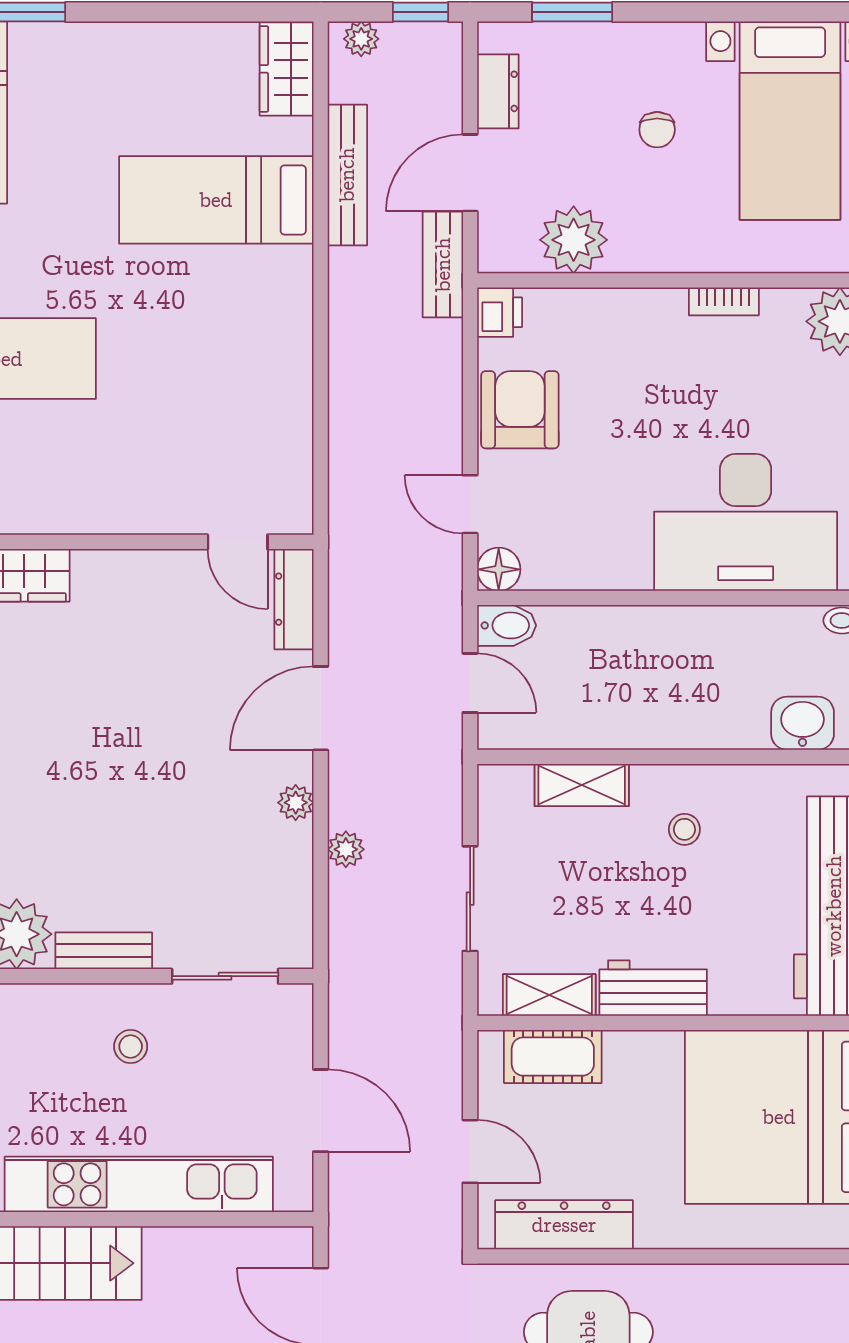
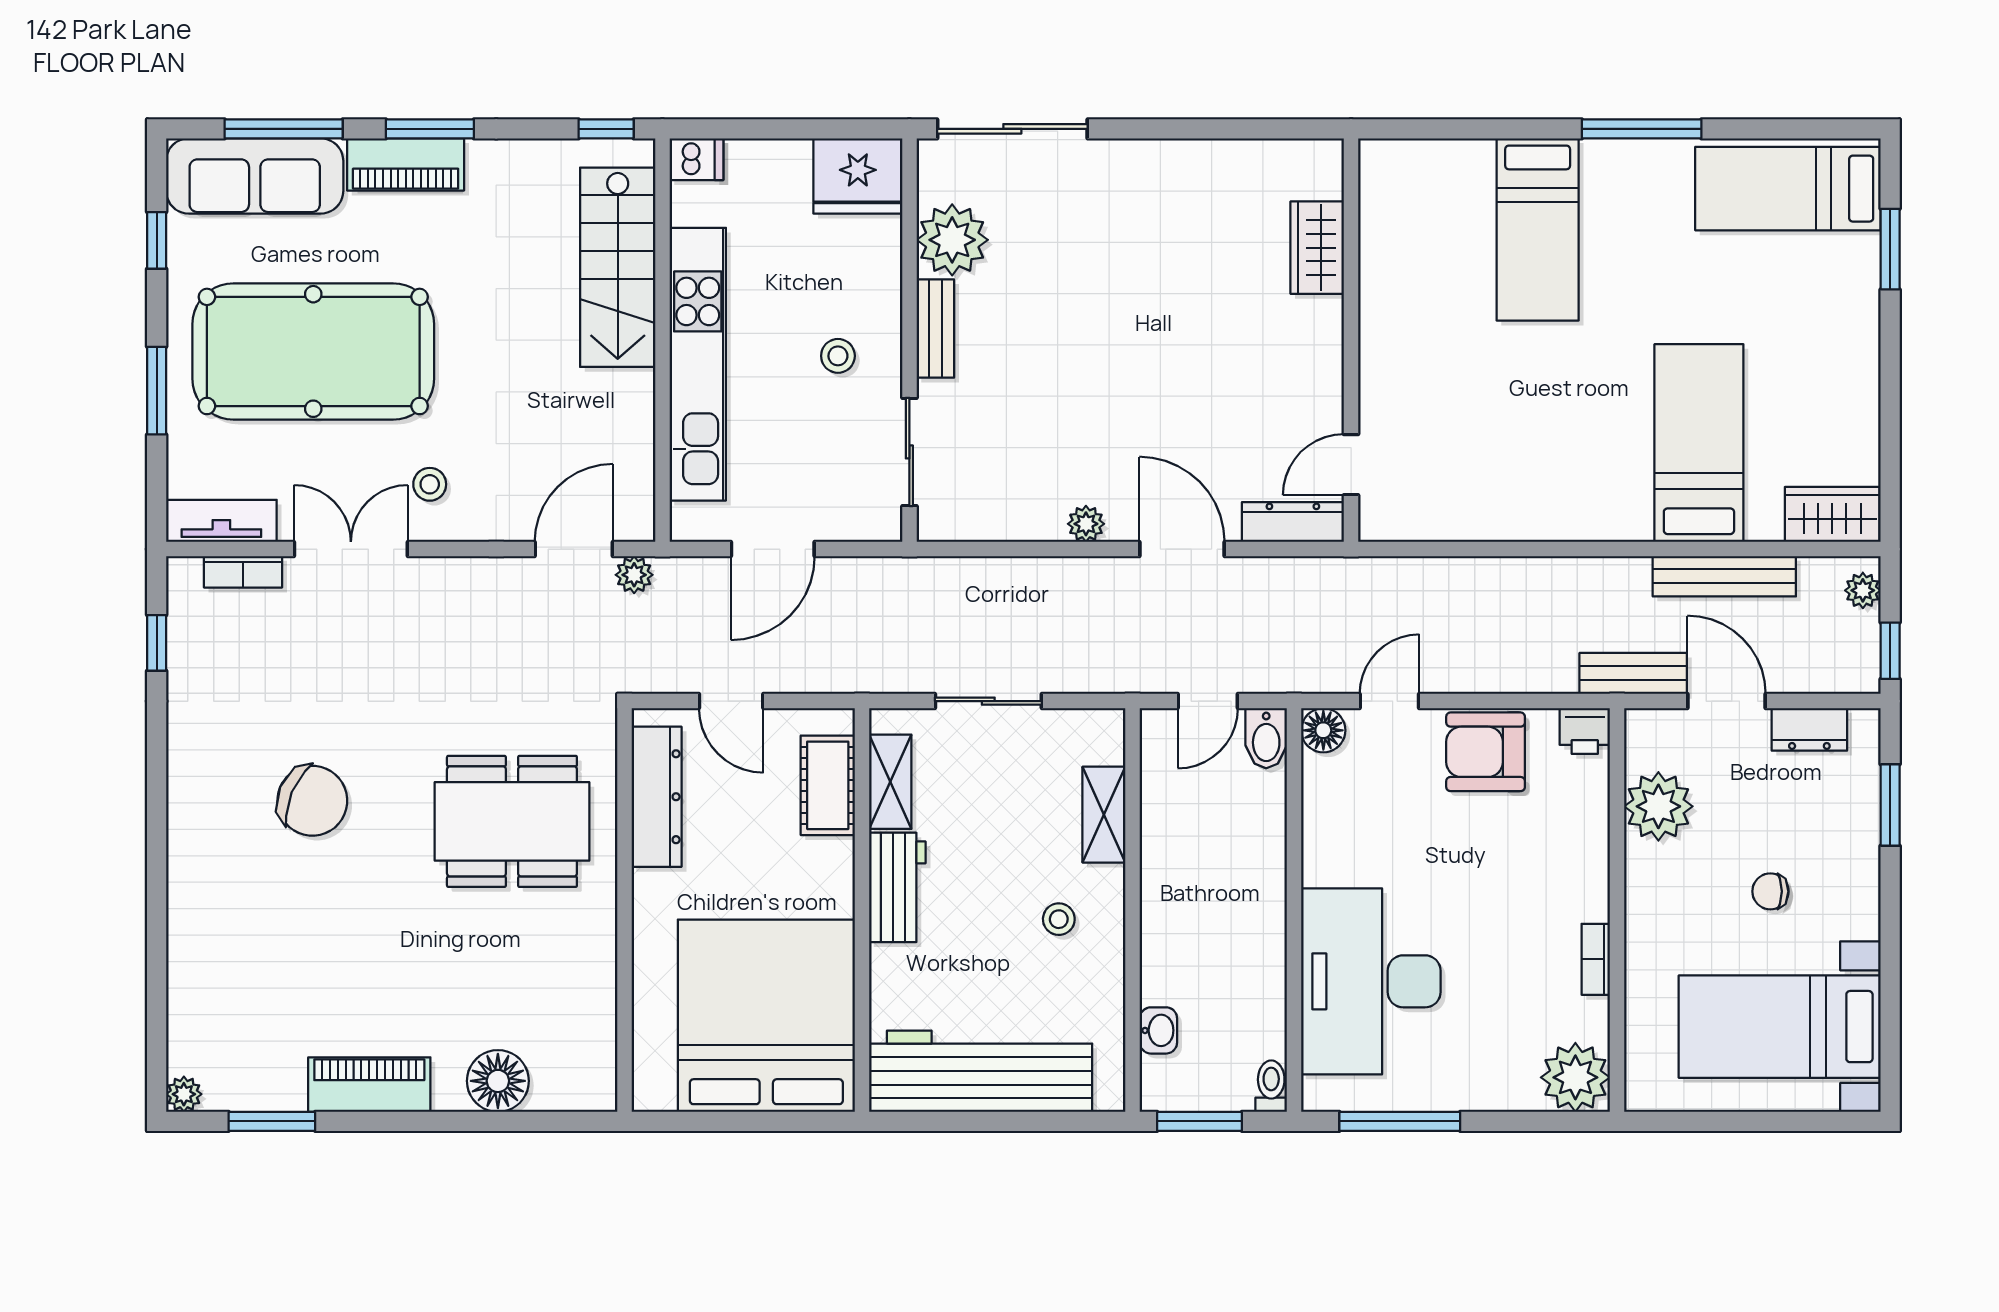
armchair: (520, 410) -> (1486, 752), turned 180
washbasin: (803, 723) -> (1158, 1030), width x0.72, depth x0.69
plant: (346, 849) -> (634, 575), moved
door: (470, 1151) -> (731, 701), hinge flipped

